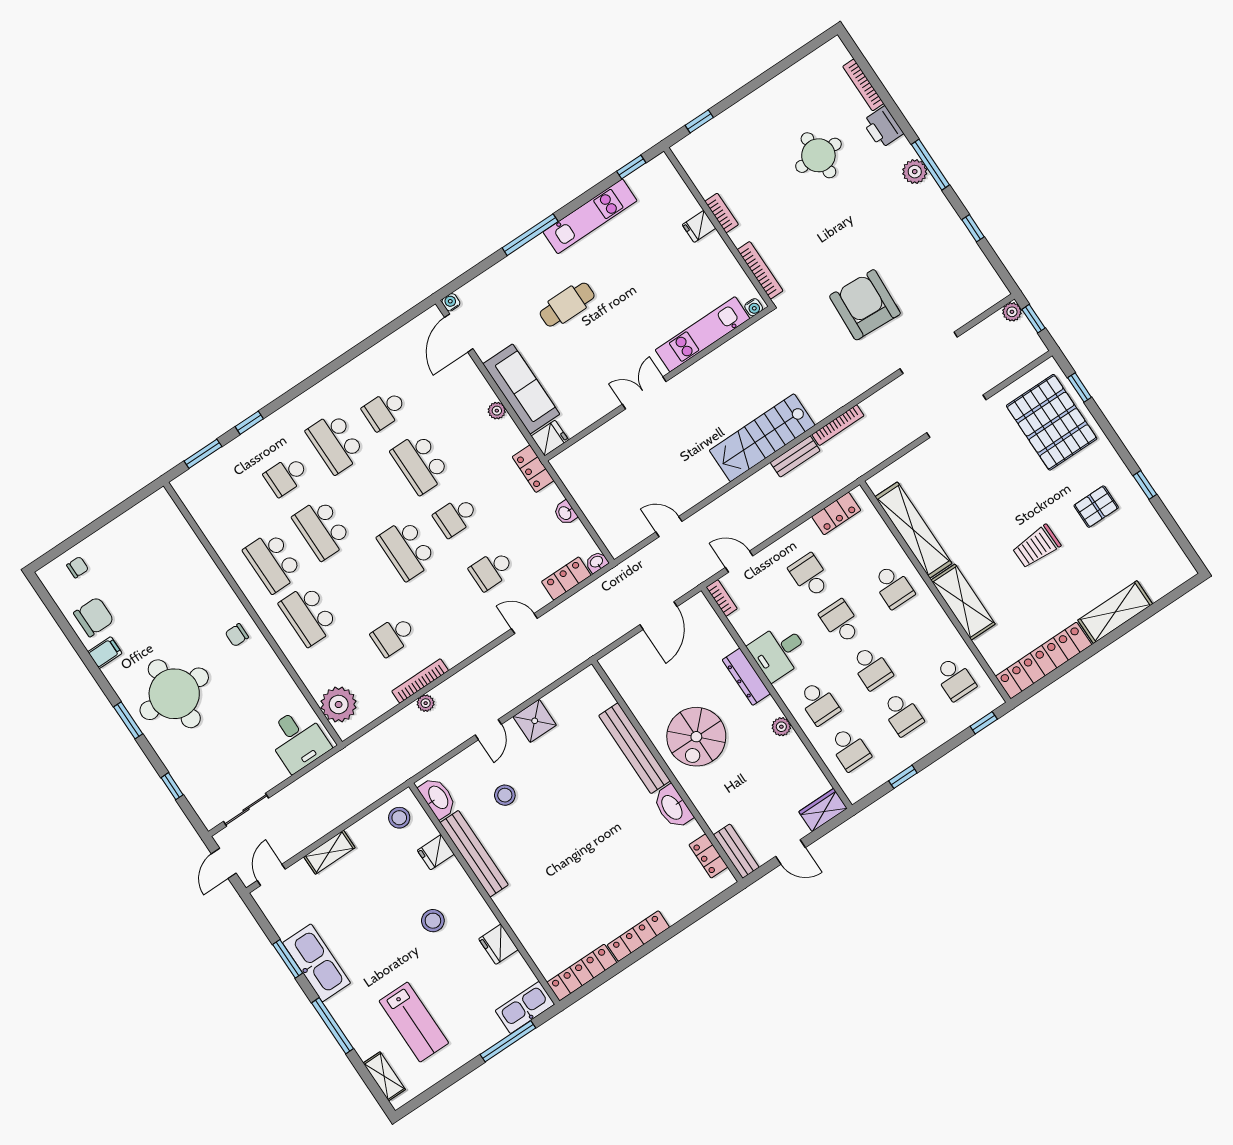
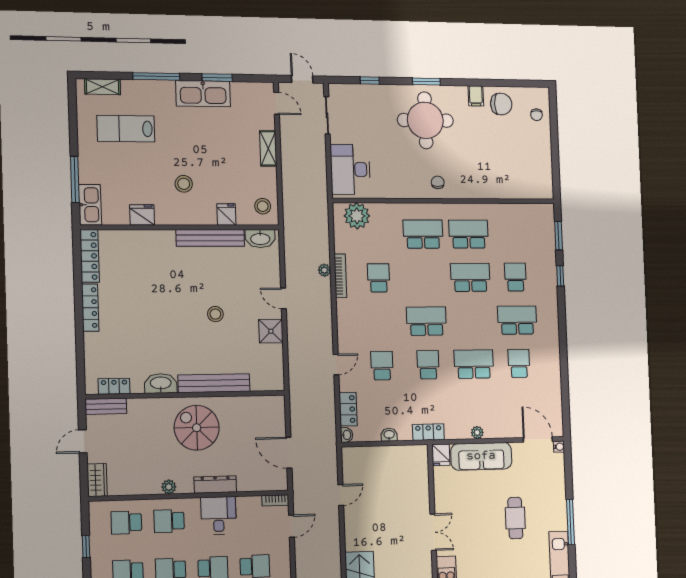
chair: (94, 617) -> (501, 104), turned -90
desk: (298, 740) -> (350, 169), width x1.37
stool: (505, 795) -> (215, 314), moved

